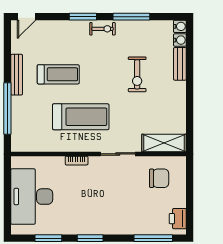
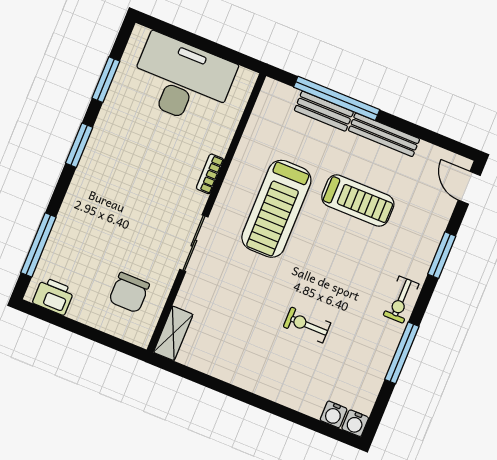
window: (83, 17) -> (442, 255), moved
bench: (180, 64) -> (324, 111), moved
treadmill: (58, 74) -> (358, 201), turned -90
exercise bike: (137, 74) -> (307, 325), width x0.73, depth x0.72
shelving: (164, 143) -> (173, 333), width x0.67, depth x0.75

